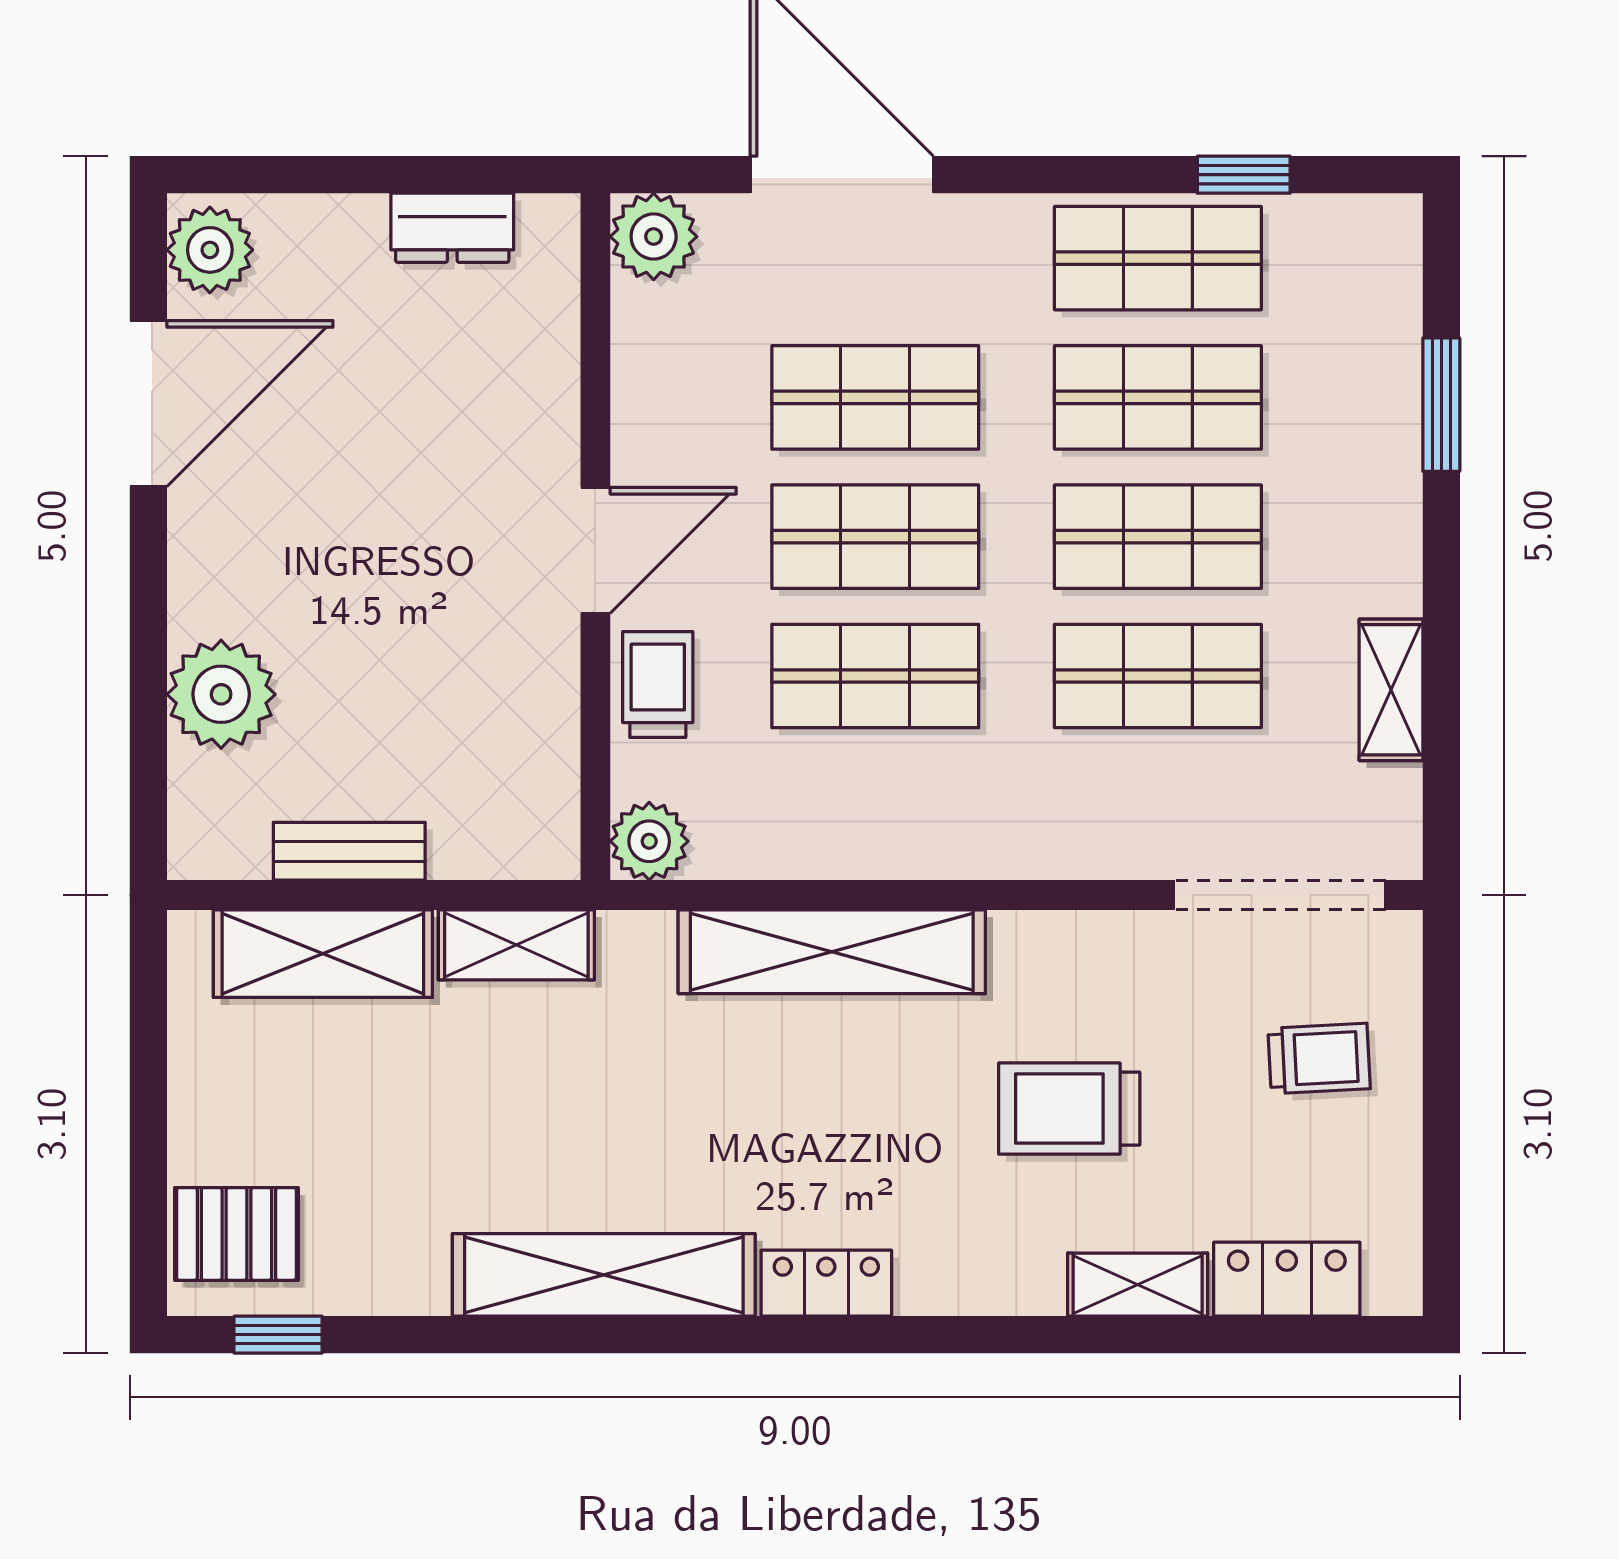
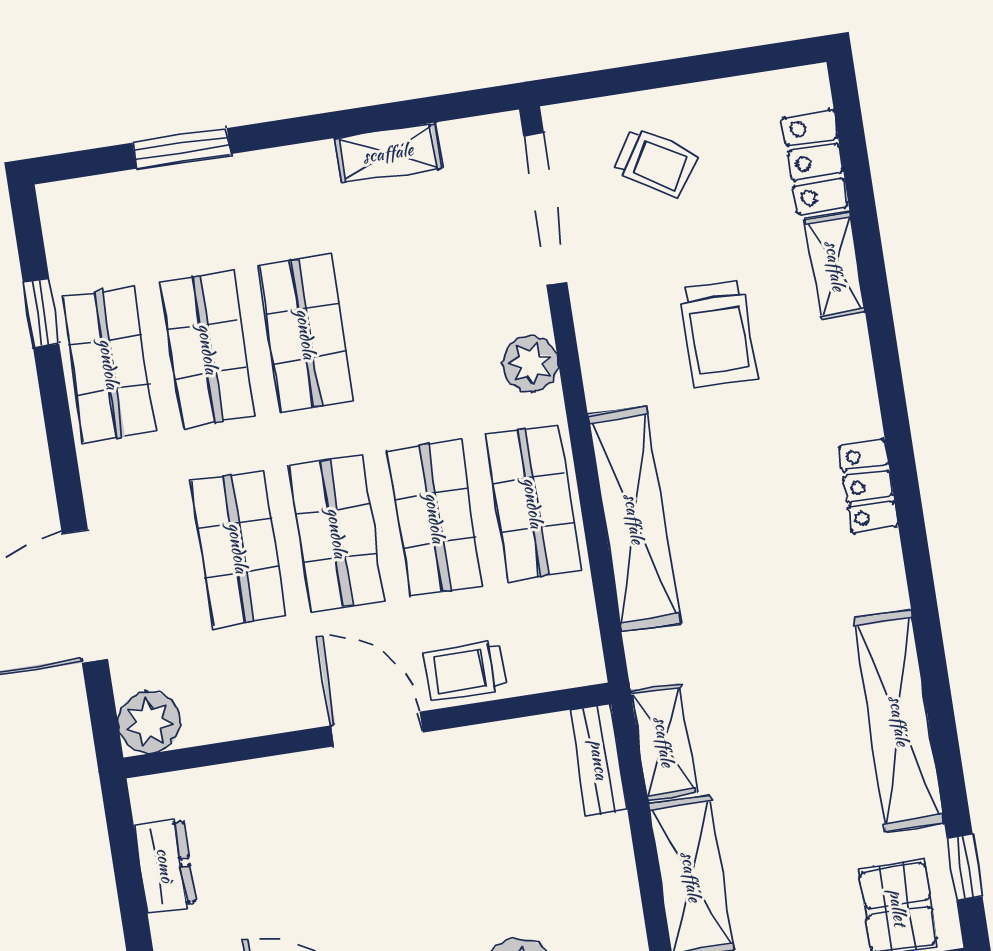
shop shelf: (1158, 676) -> (533, 503), moved
plant: (649, 841) -> (530, 364), moved
bench: (349, 851) -> (599, 760), moved
trolley: (1319, 1058) -> (656, 163), turned 125
shelving: (604, 1275) -> (899, 721), moved

